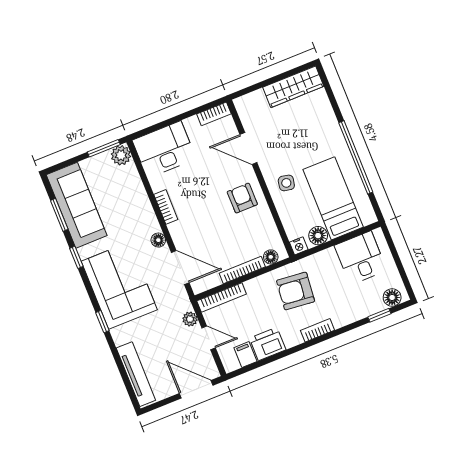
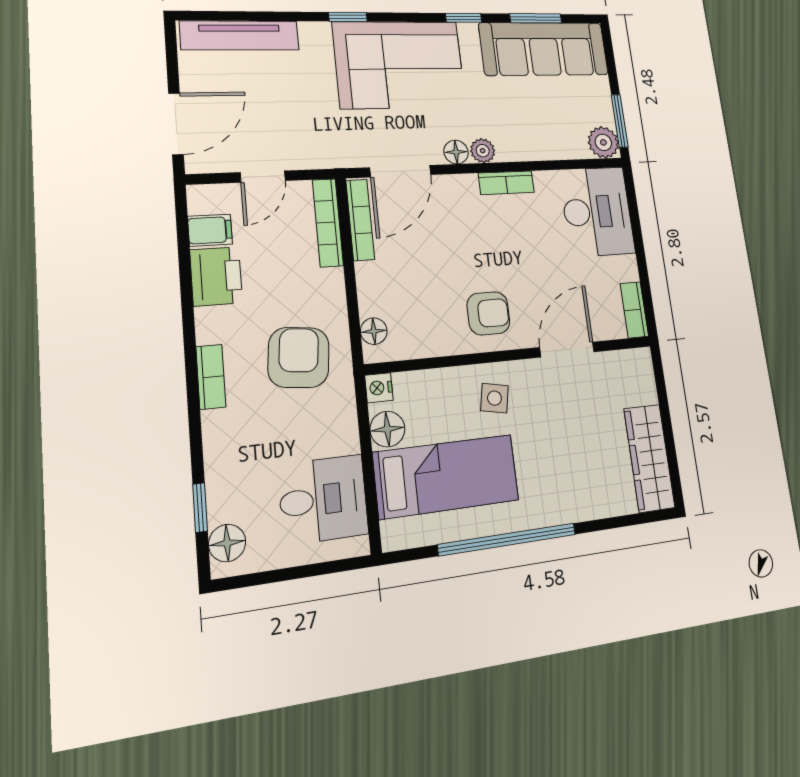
bookcase: (242, 270) -> (360, 220), moved
plant: (190, 319) -> (483, 151), moved

